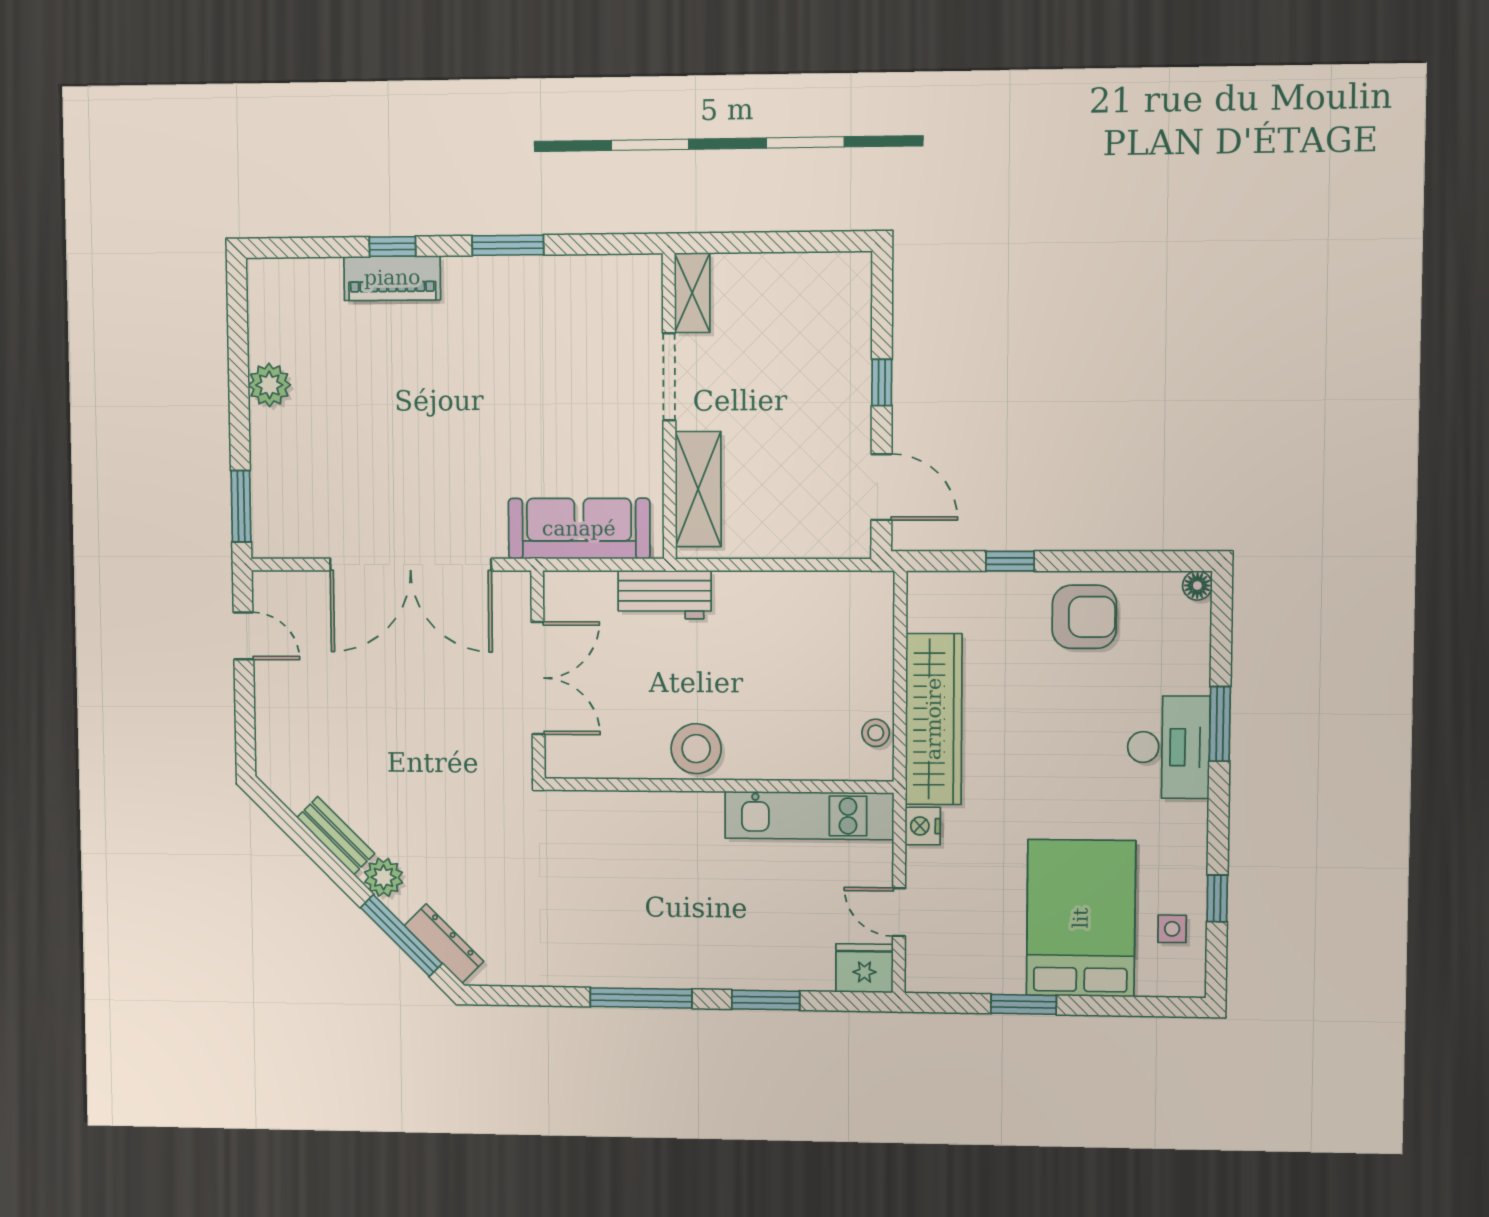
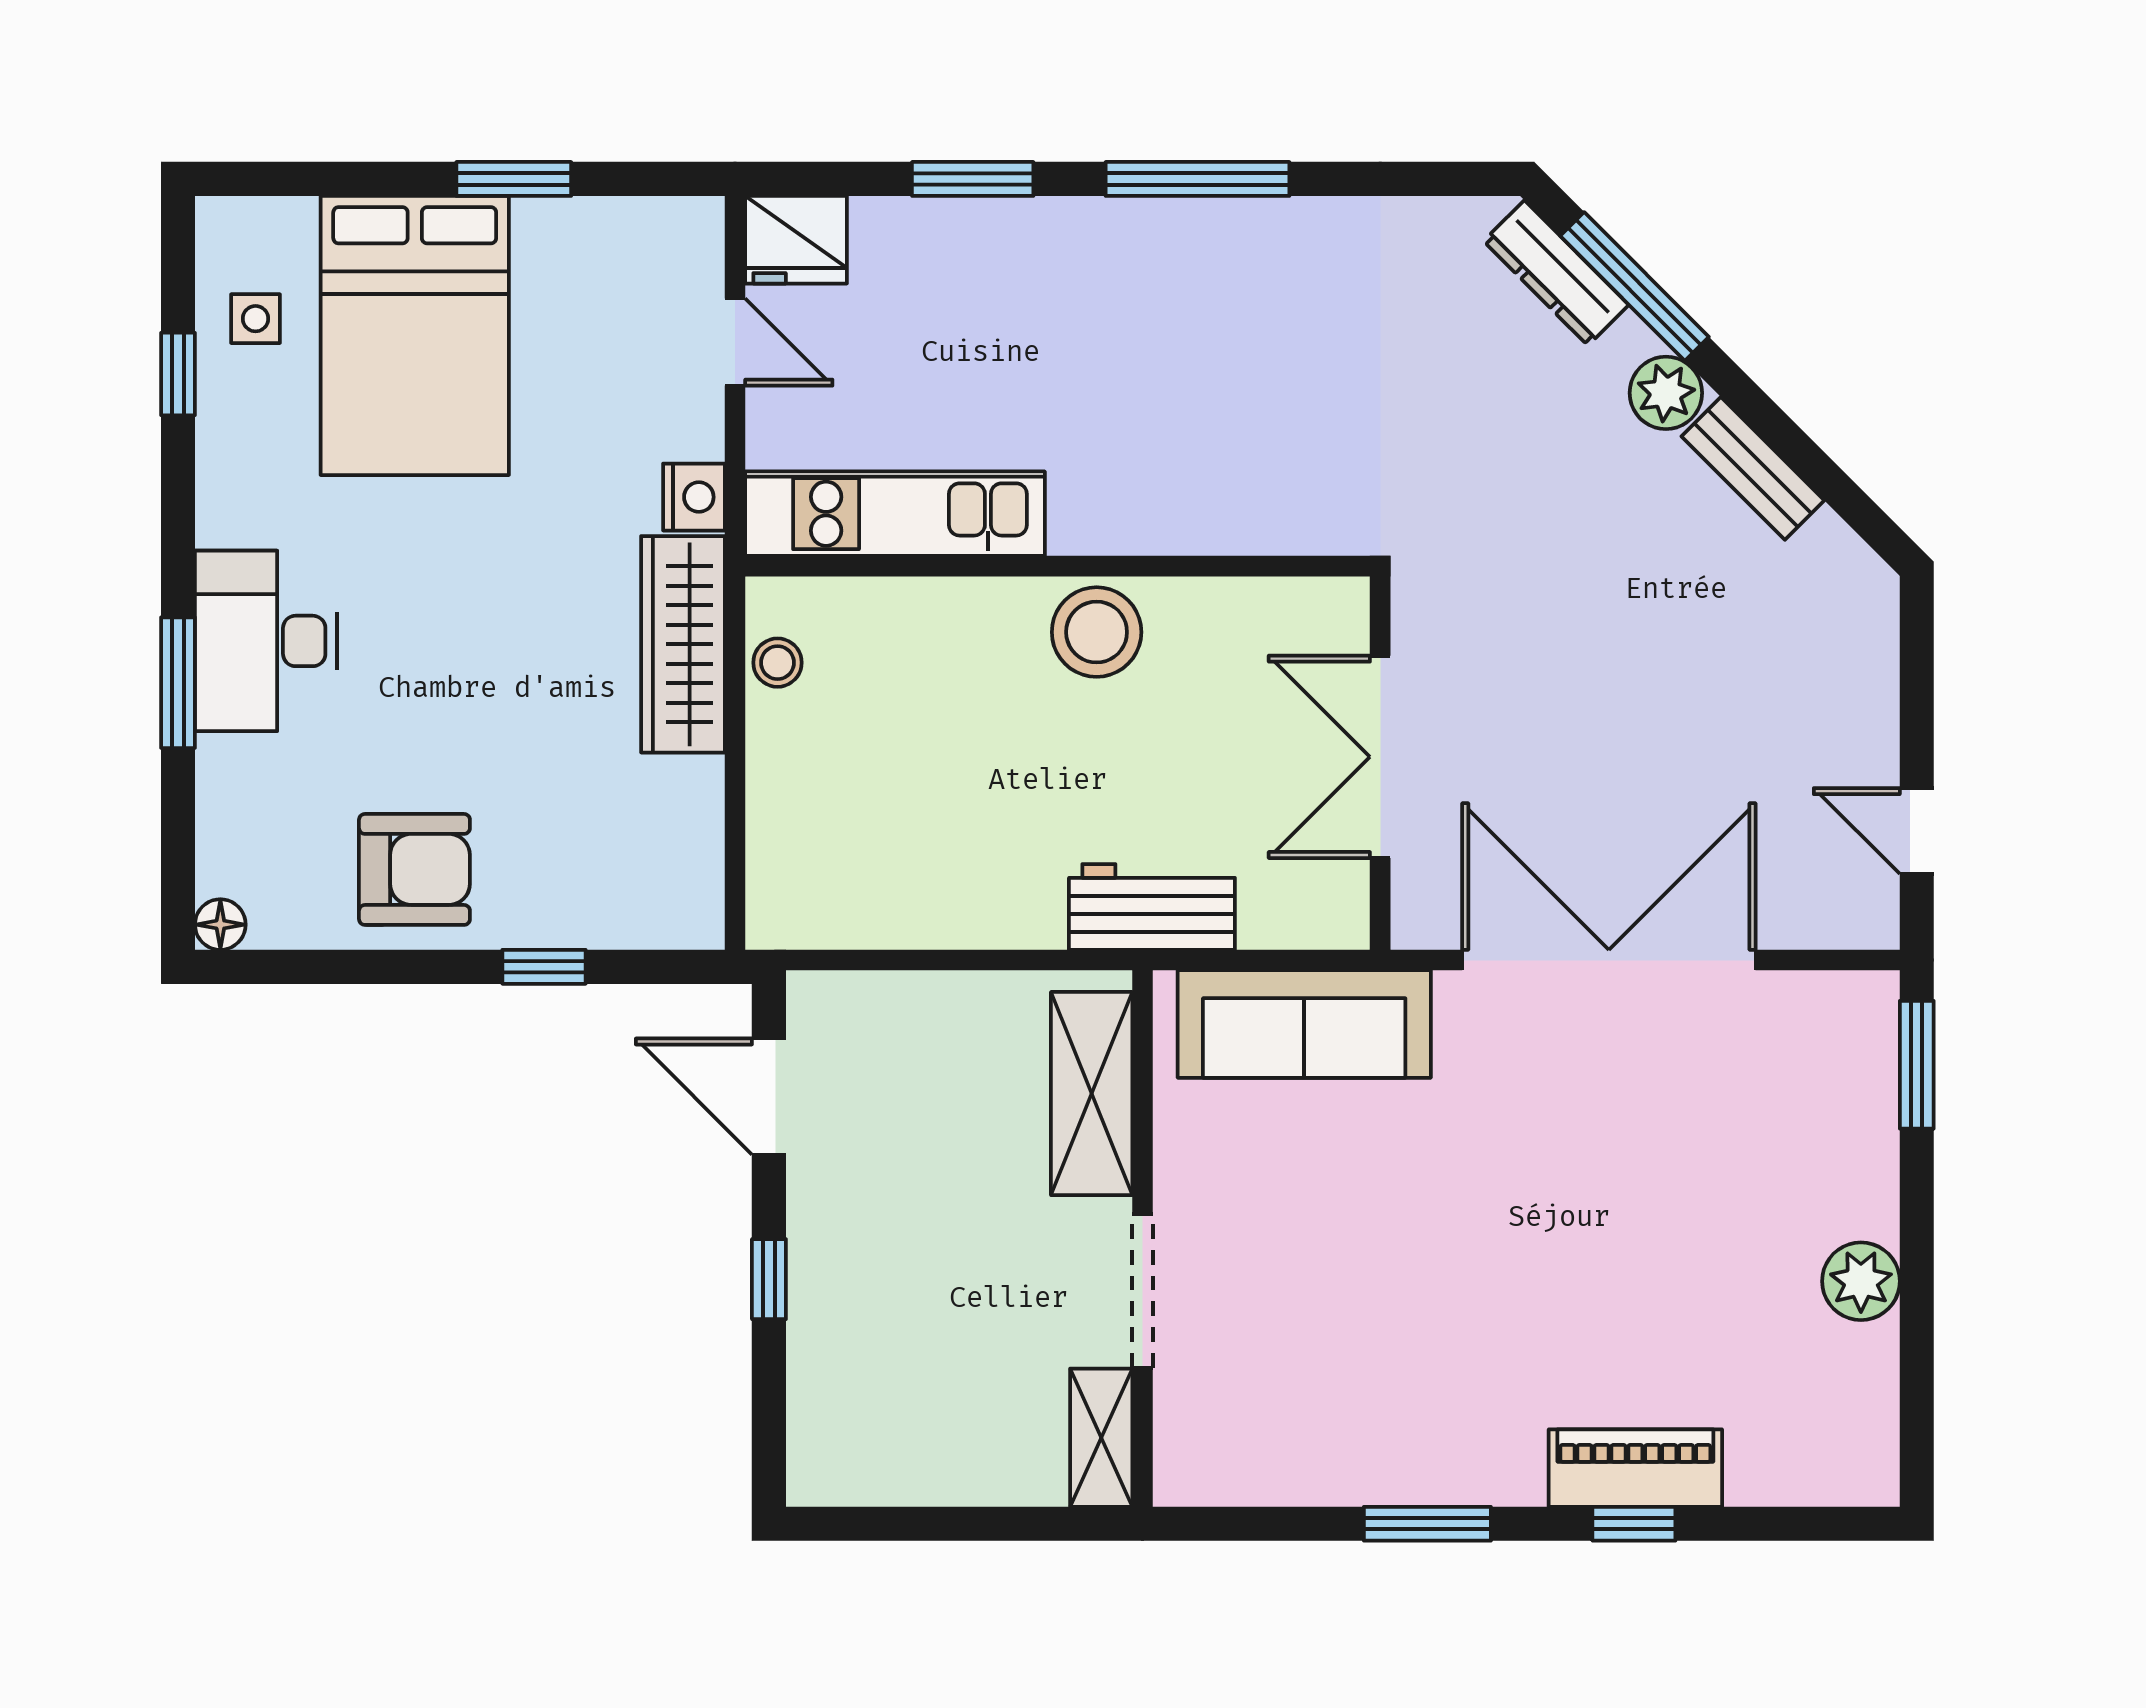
armchair: (1084, 617) -> (414, 869), turned 180
wardrobe: (934, 719) -> (683, 644), width x0.71, depth x0.85

